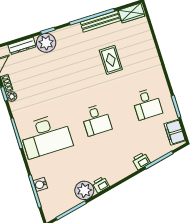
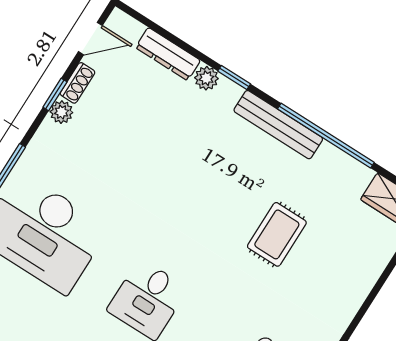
bench: (100, 21) -> (278, 125), moved
plant: (46, 43) -> (206, 78), width x0.53, depth x0.53

